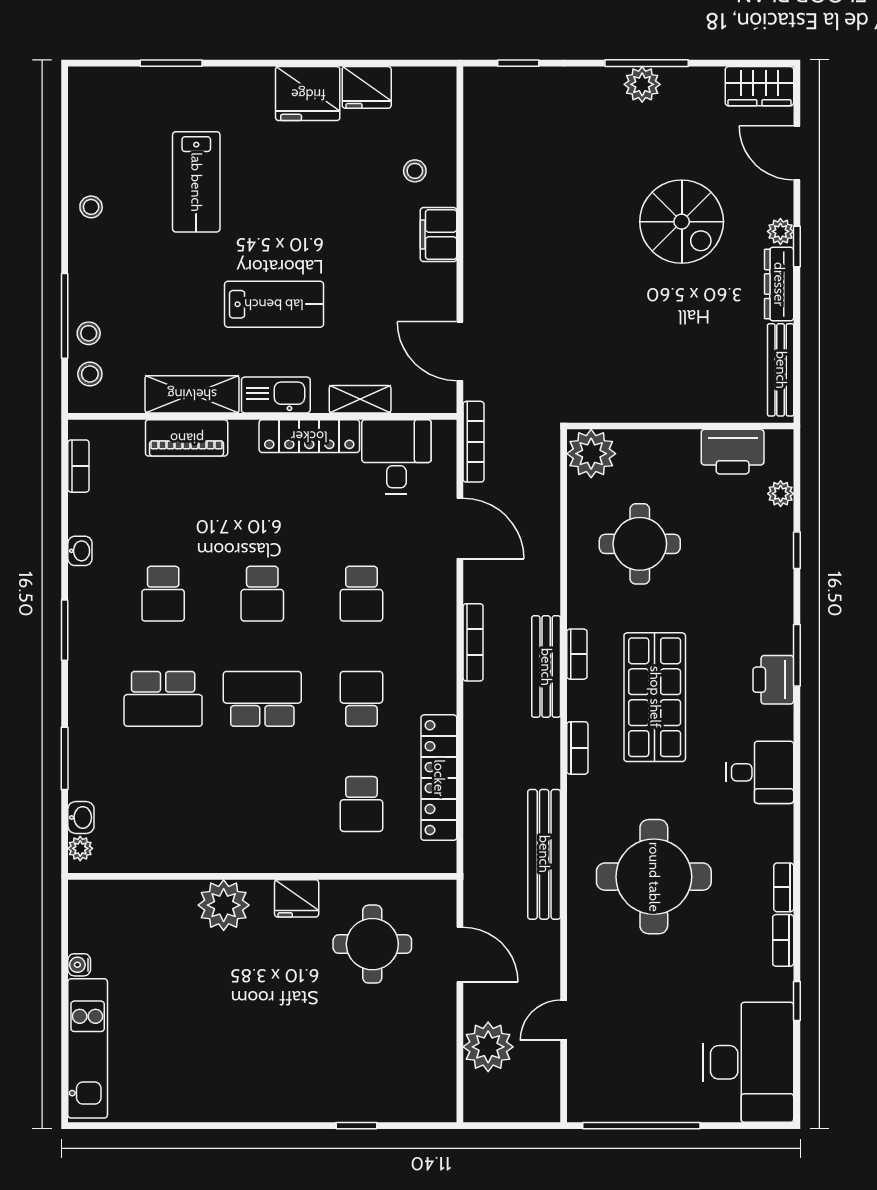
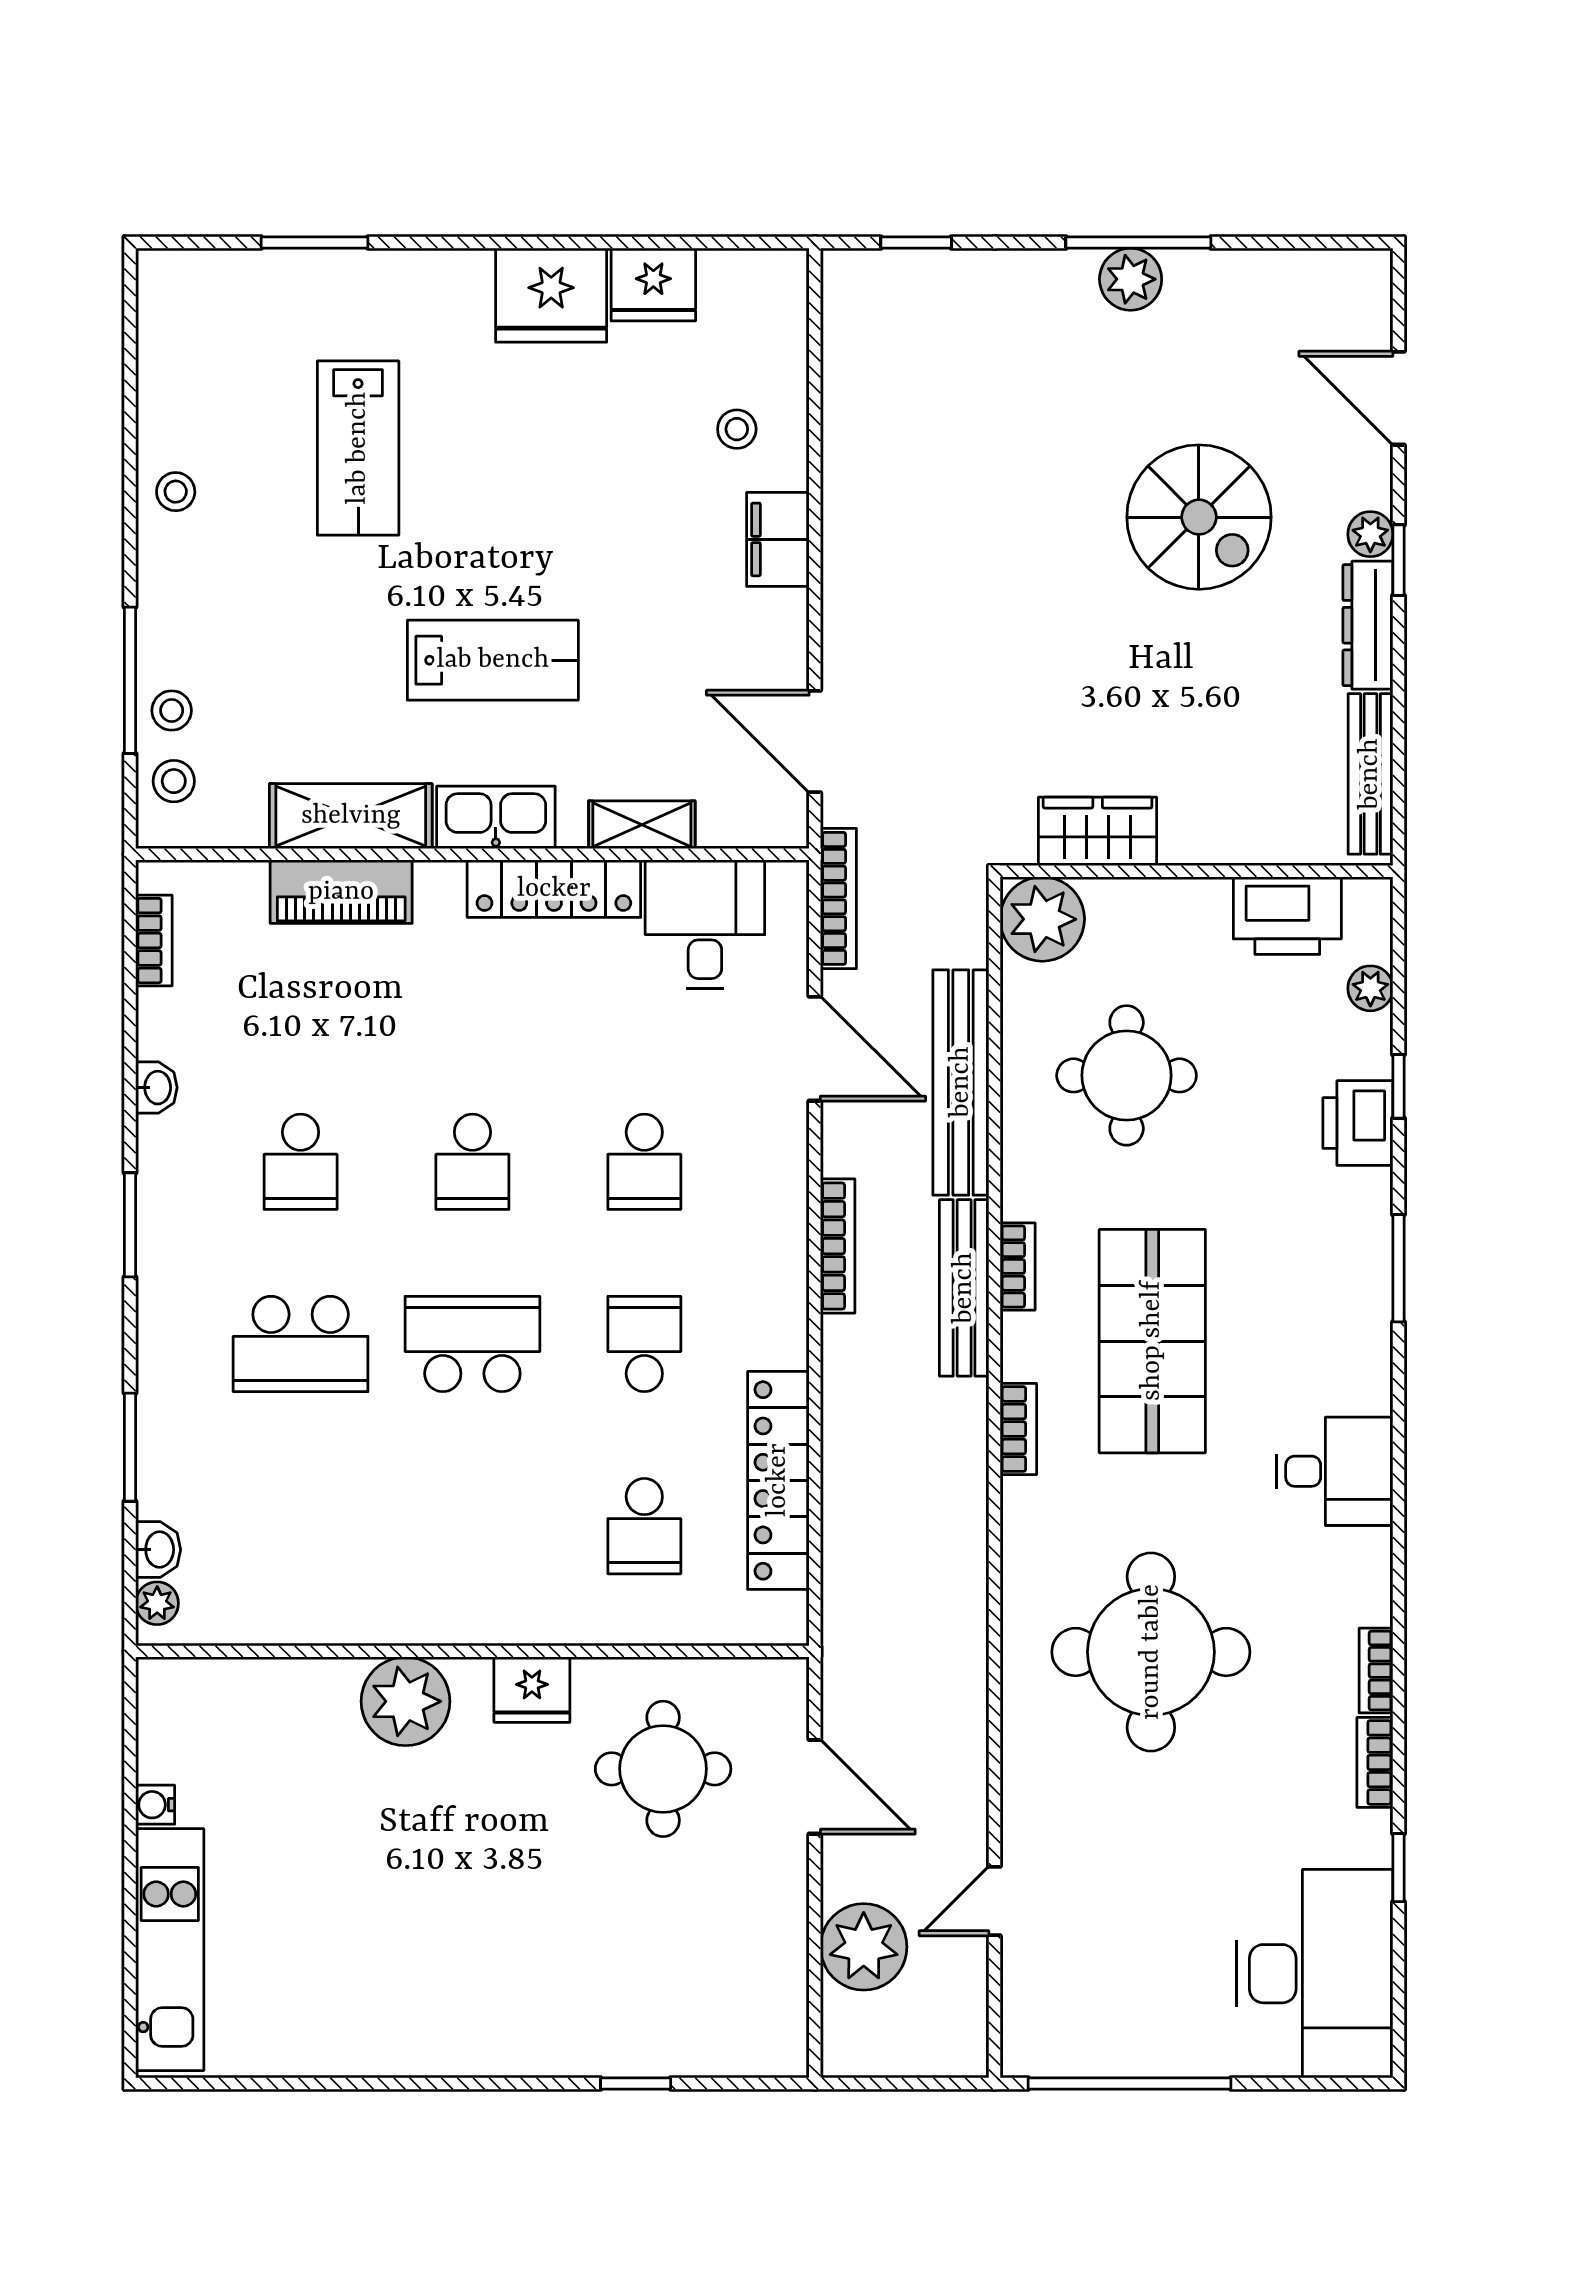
wardrobe: (759, 86) -> (1098, 831), moved, turned 180
printer: (773, 680) -> (1358, 1123), moved
bench: (544, 854) -> (961, 1082), moved

